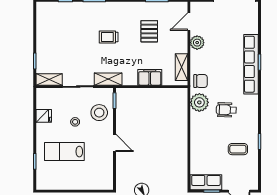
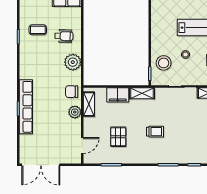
plant: (197, 43) -> (75, 112), moved
shelving: (108, 79) -> (142, 93), moved
plant: (199, 102) -> (73, 62), moved
wheelchair: (226, 110) -> (64, 36), moved
door: (114, 143) -> (150, 35), removed

